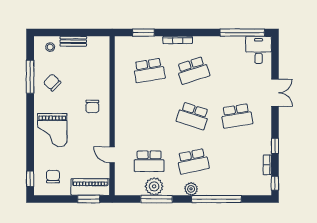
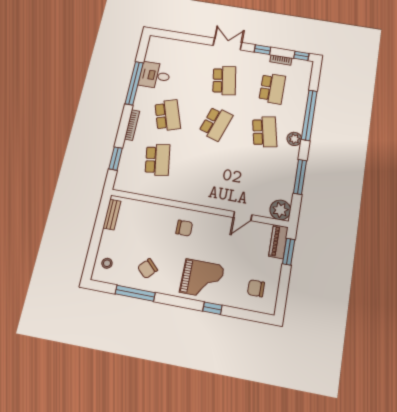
window: (242, 33) -> (134, 83), moved
bench: (73, 41) -> (112, 215), moved
desk: (259, 50) -> (155, 75), moved
double door: (275, 93) -> (227, 44), moved
school desk: (149, 161) -> (272, 88), moved
window: (30, 179) -> (212, 308), moved
plant: (154, 186) -> (280, 210), moved
piano: (90, 187) -> (278, 242), width x0.73, depth x0.75

